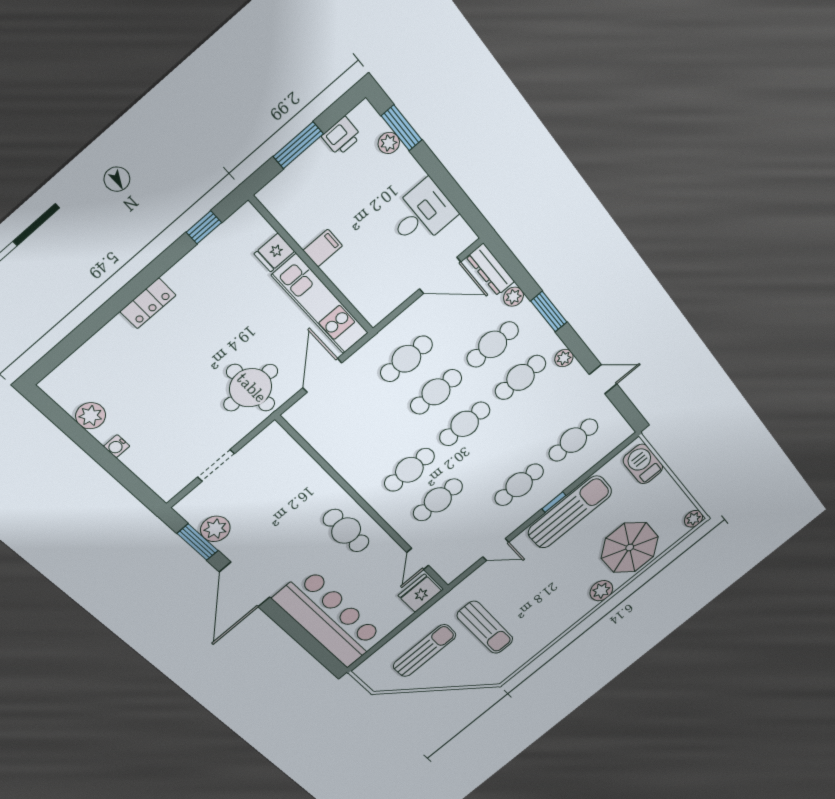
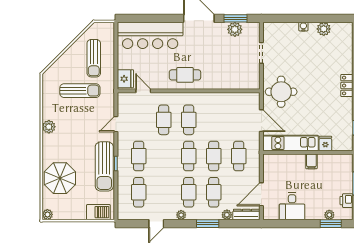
plant: (601, 591) -> (49, 127), moved
sun lounger: (485, 627) -> (80, 91), turned 180

